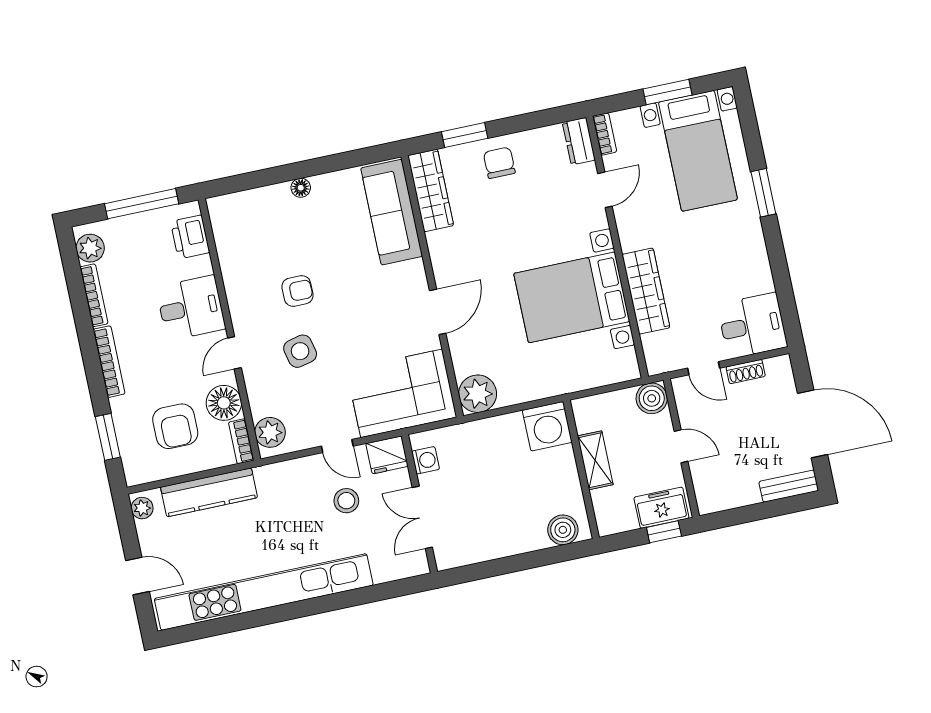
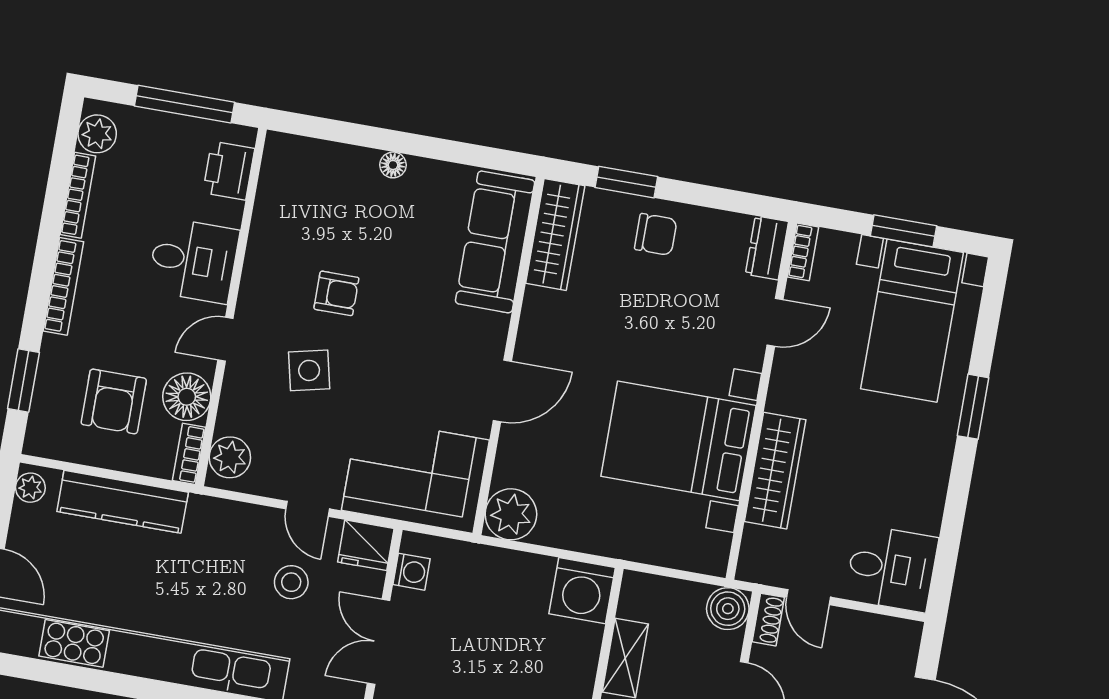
chair: (499, 163) -> (656, 234), turned 90
shoe rack: (746, 372) -> (768, 620), moved, turned -90

